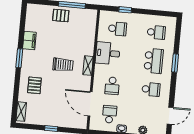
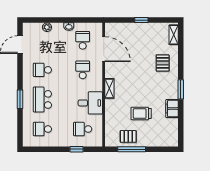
pallet: (61, 16) -> (128, 136), moved
trolley: (63, 65) -> (141, 114), moved
school desk: (110, 114) -> (83, 40), turned 180

